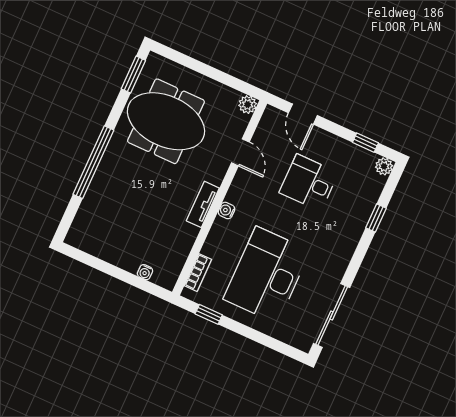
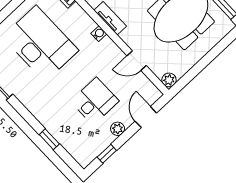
door: (303, 114) -> (146, 117), hinge flipped
plant: (384, 166) -> (118, 129), moved

